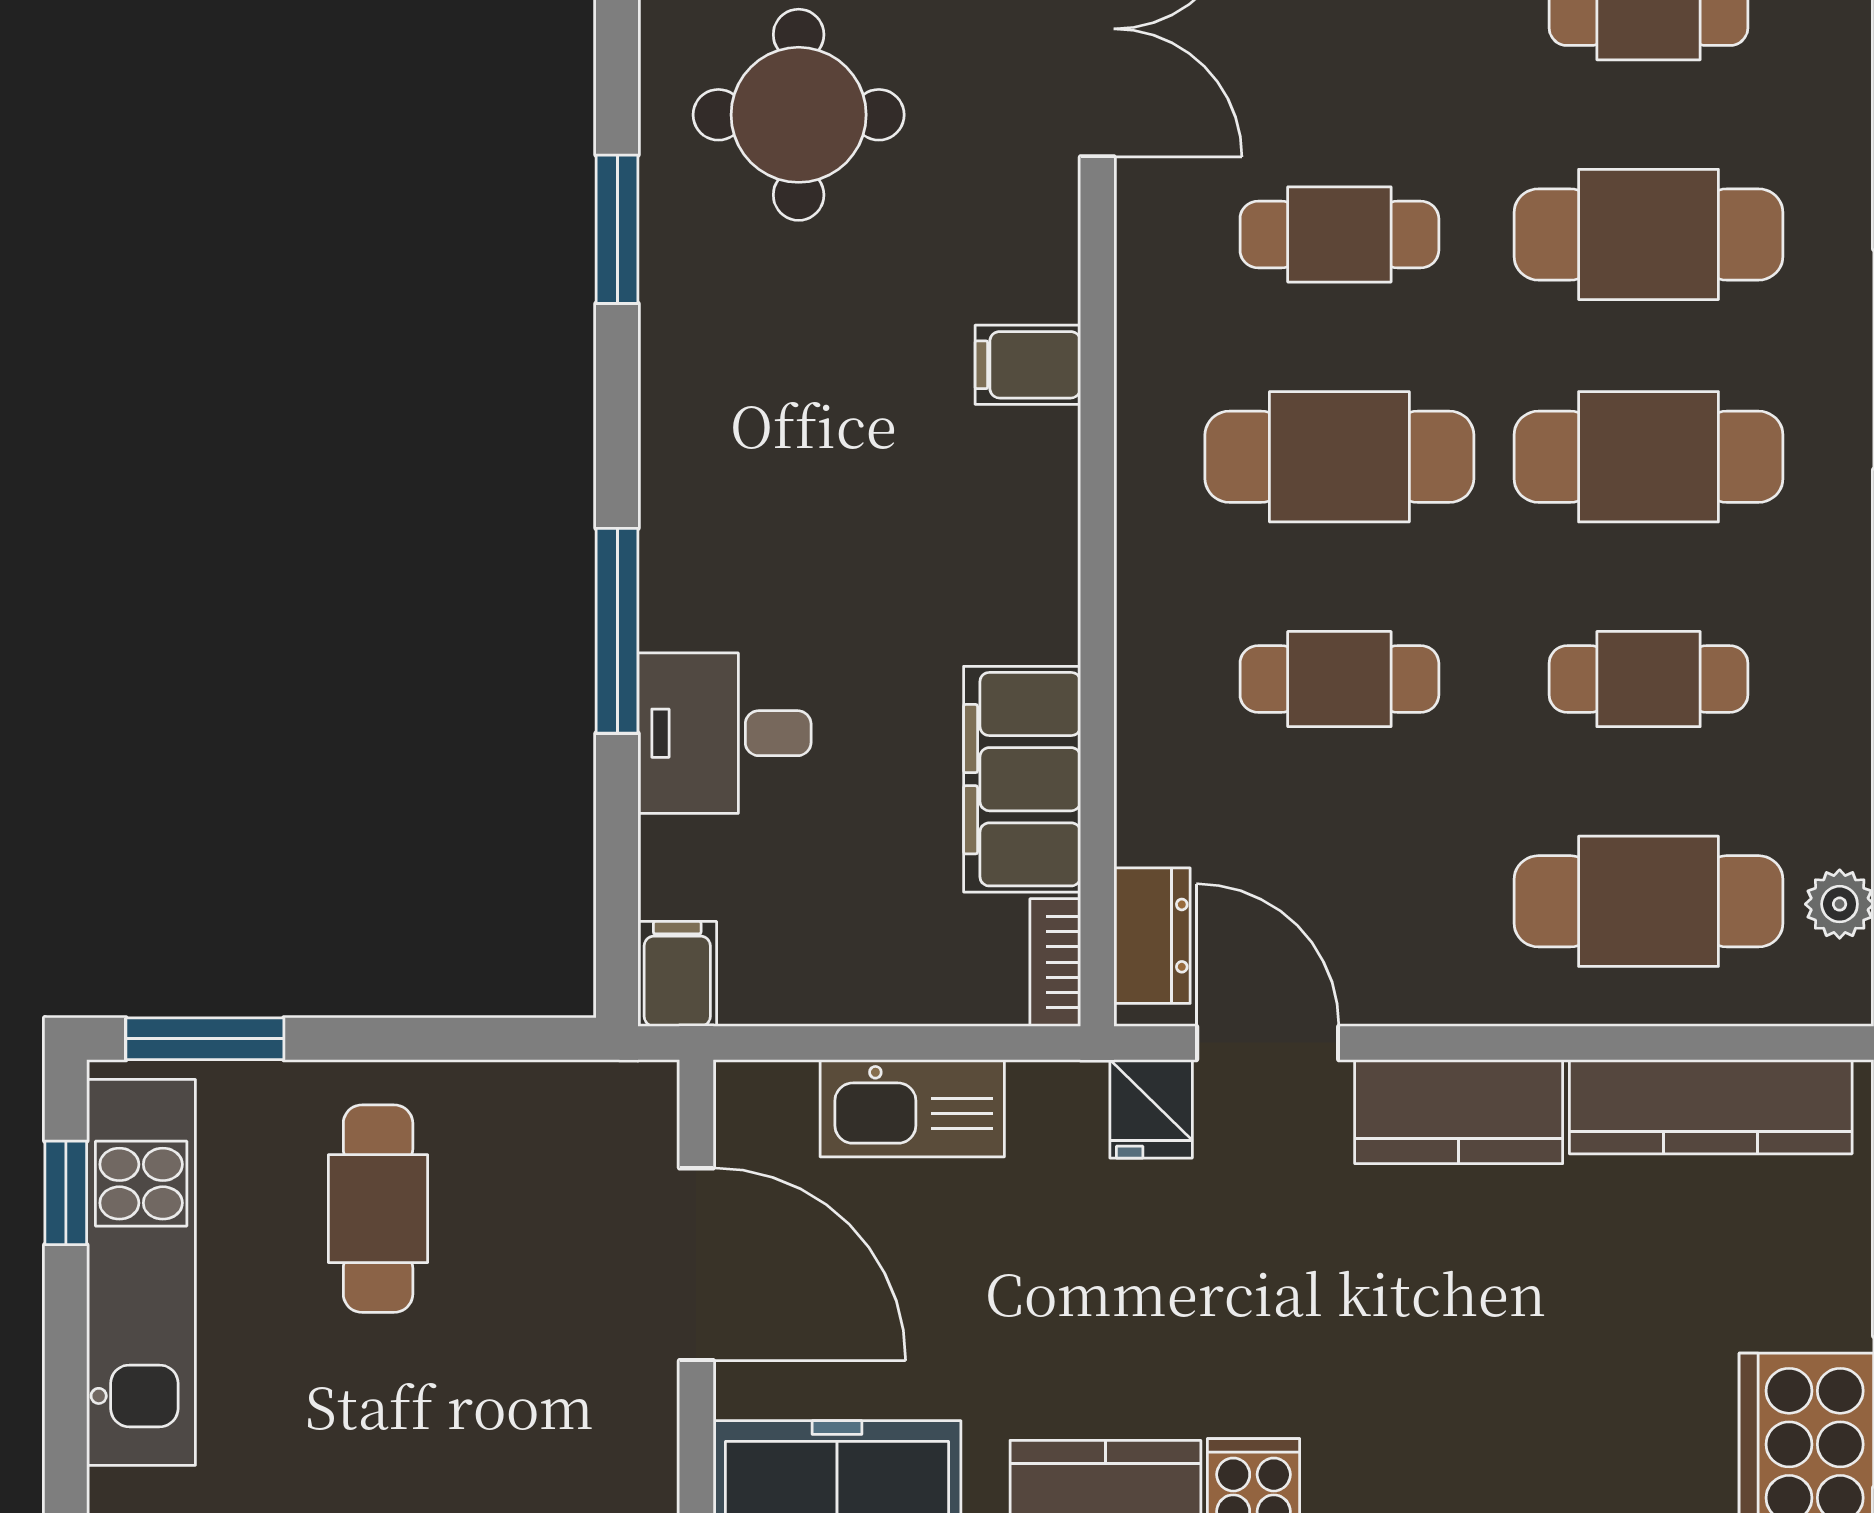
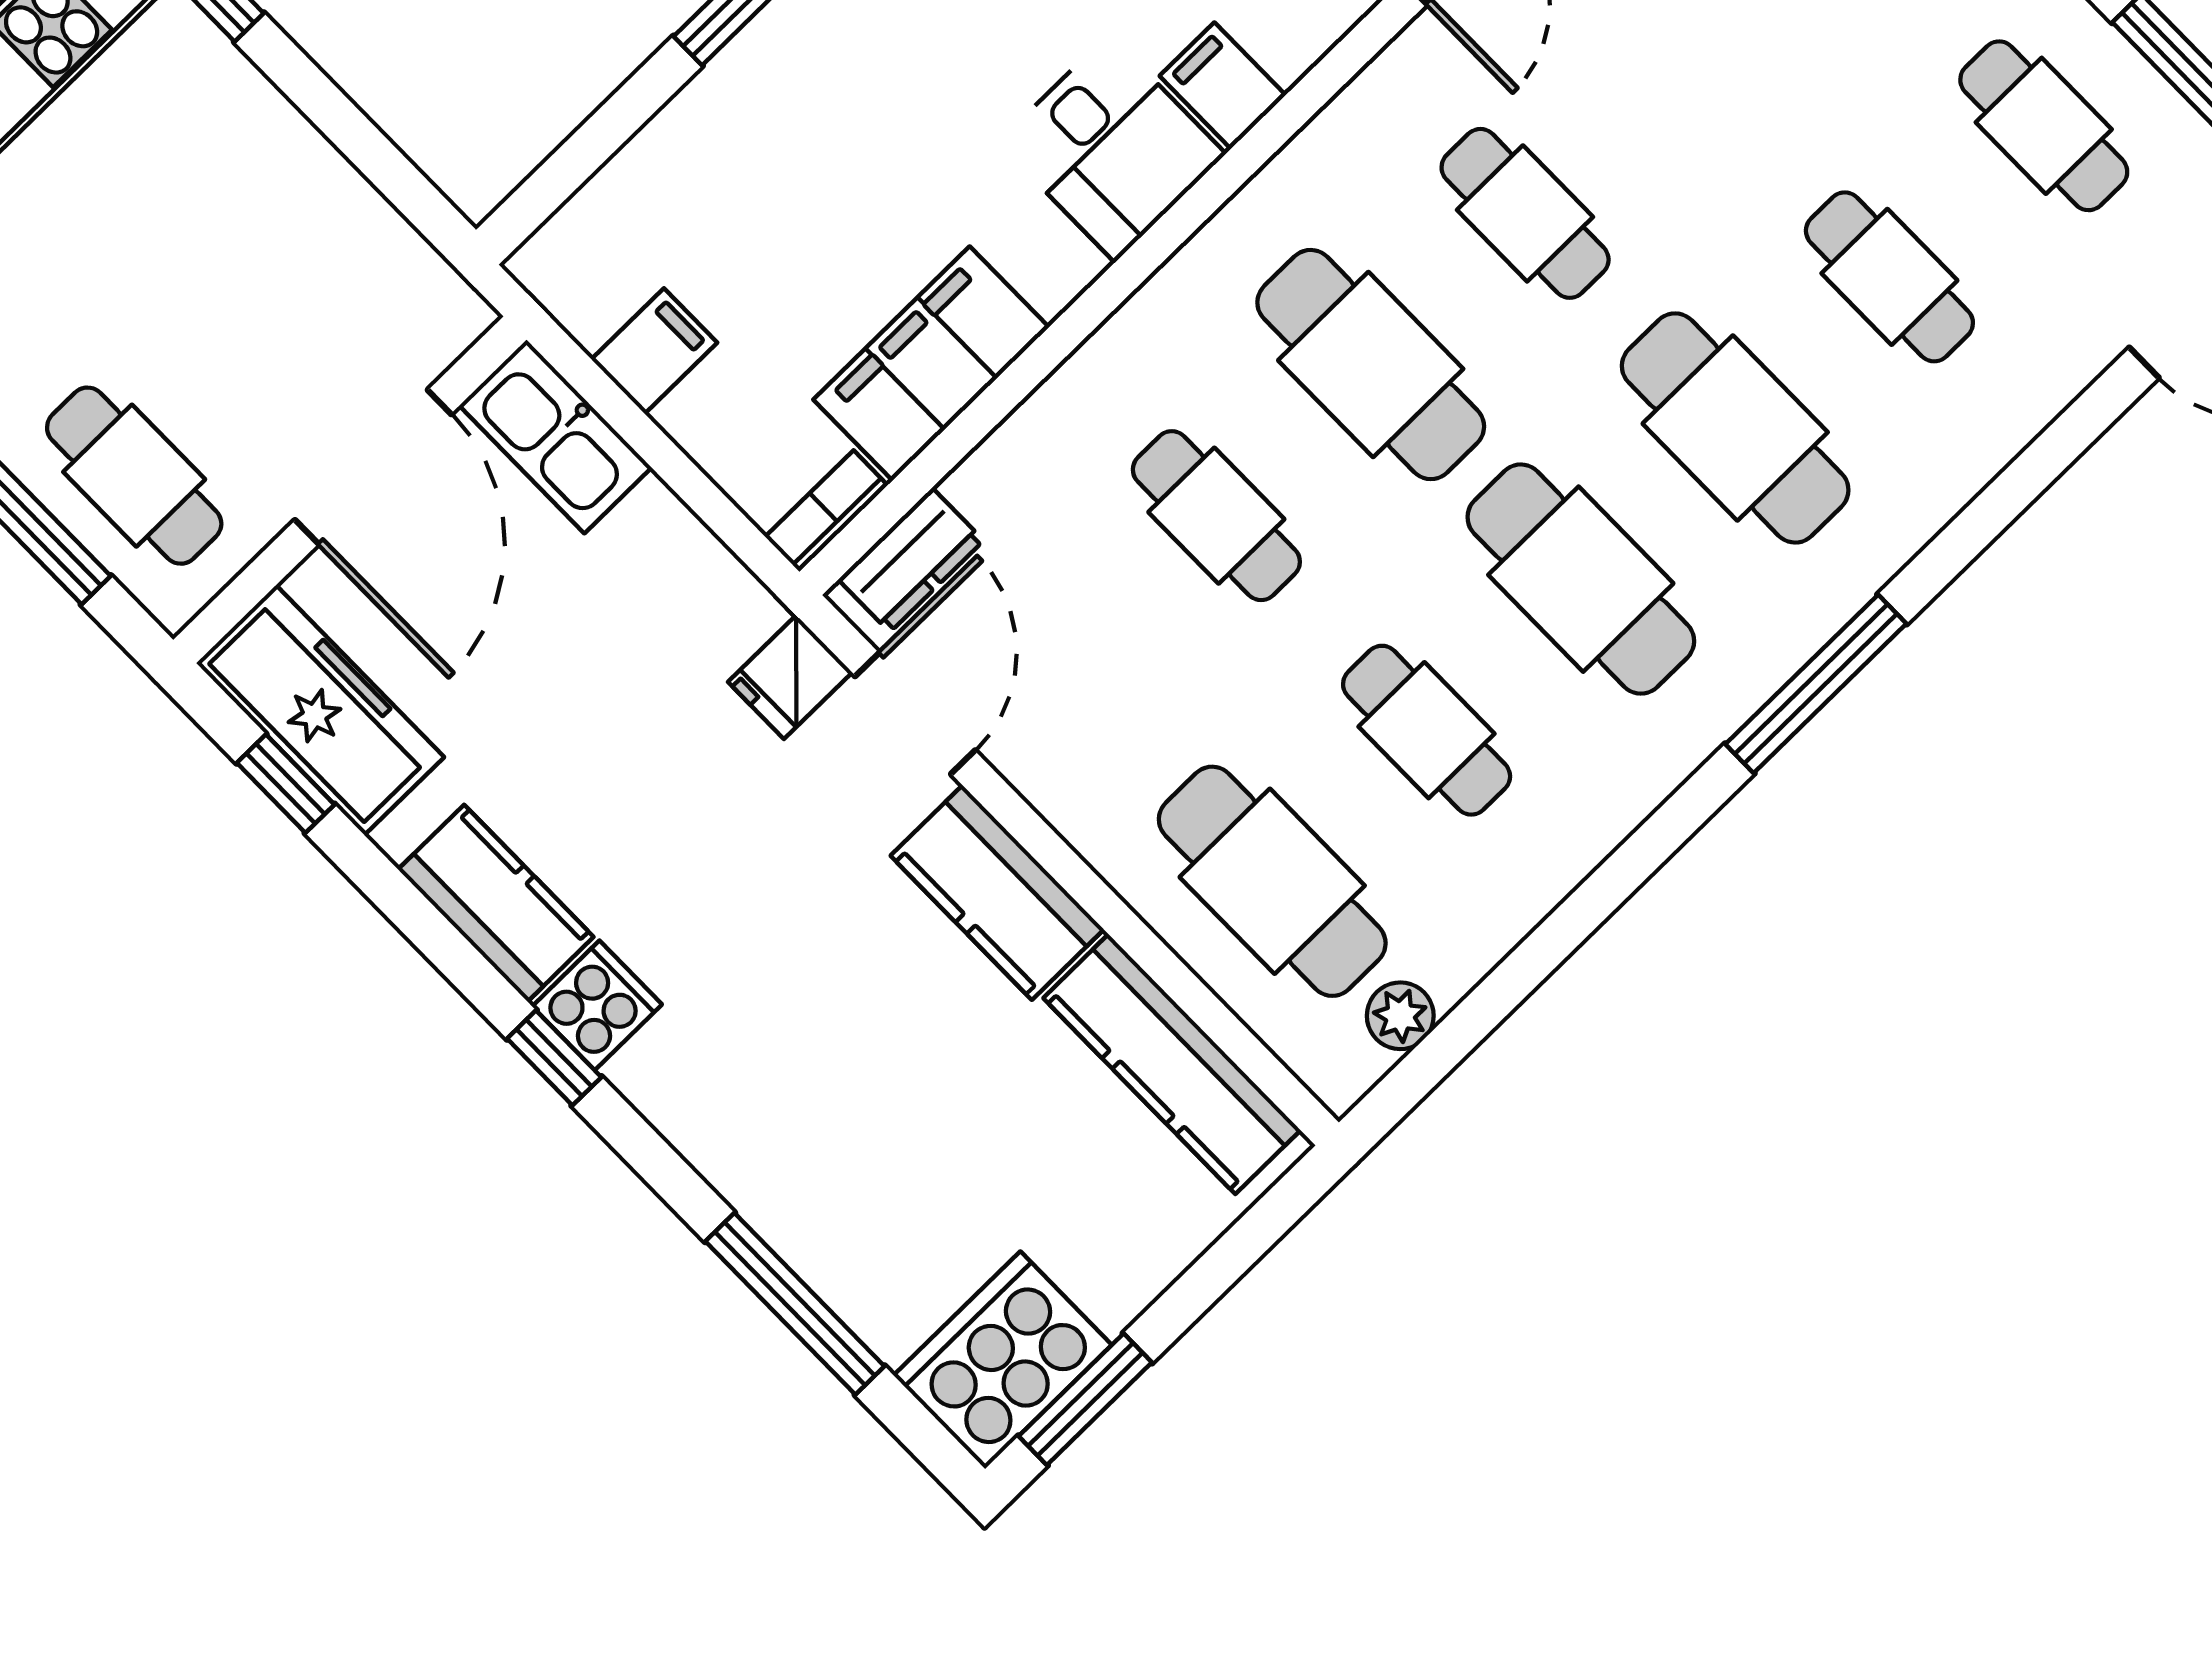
desk: (724, 733) -> (1112, 148), moved, turned 180
filing cabinet: (677, 974) -> (654, 351), moved
kitchen sink: (912, 1108) -> (555, 437), moved
cafe table: (378, 1209) -> (134, 476), moved, turned 90

